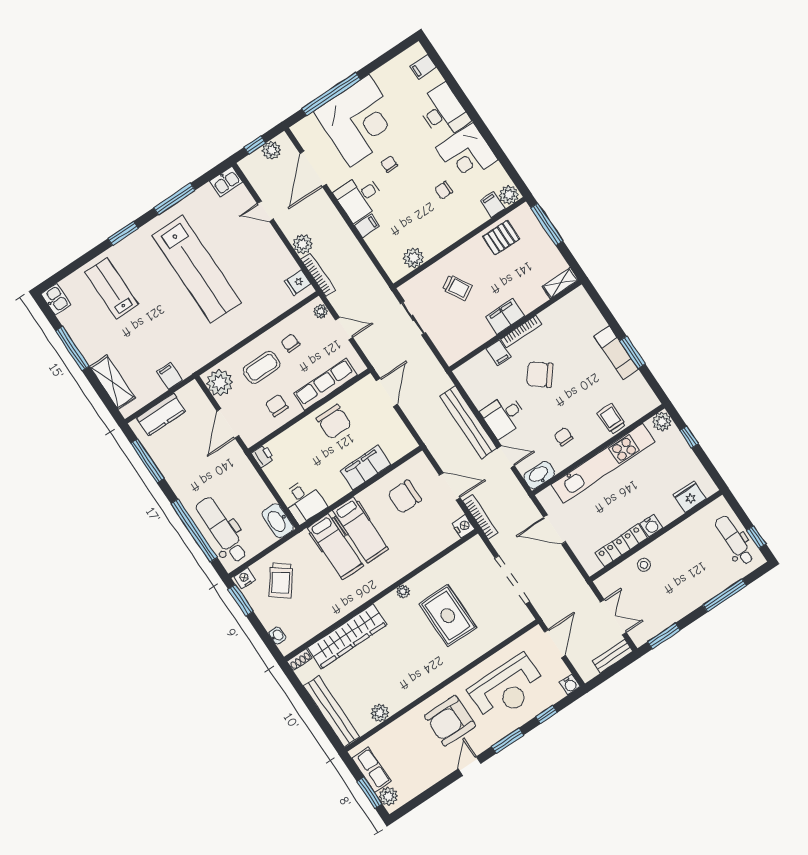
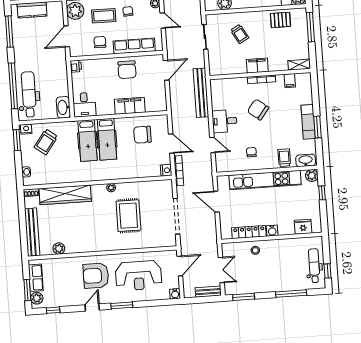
filing cabinet: (499, 353) -> (290, 81), moved
bench: (468, 422) -> (201, 93), moved
washbasin: (539, 475) -> (306, 160), moved
window: (547, 715) -> (53, 310), moved

